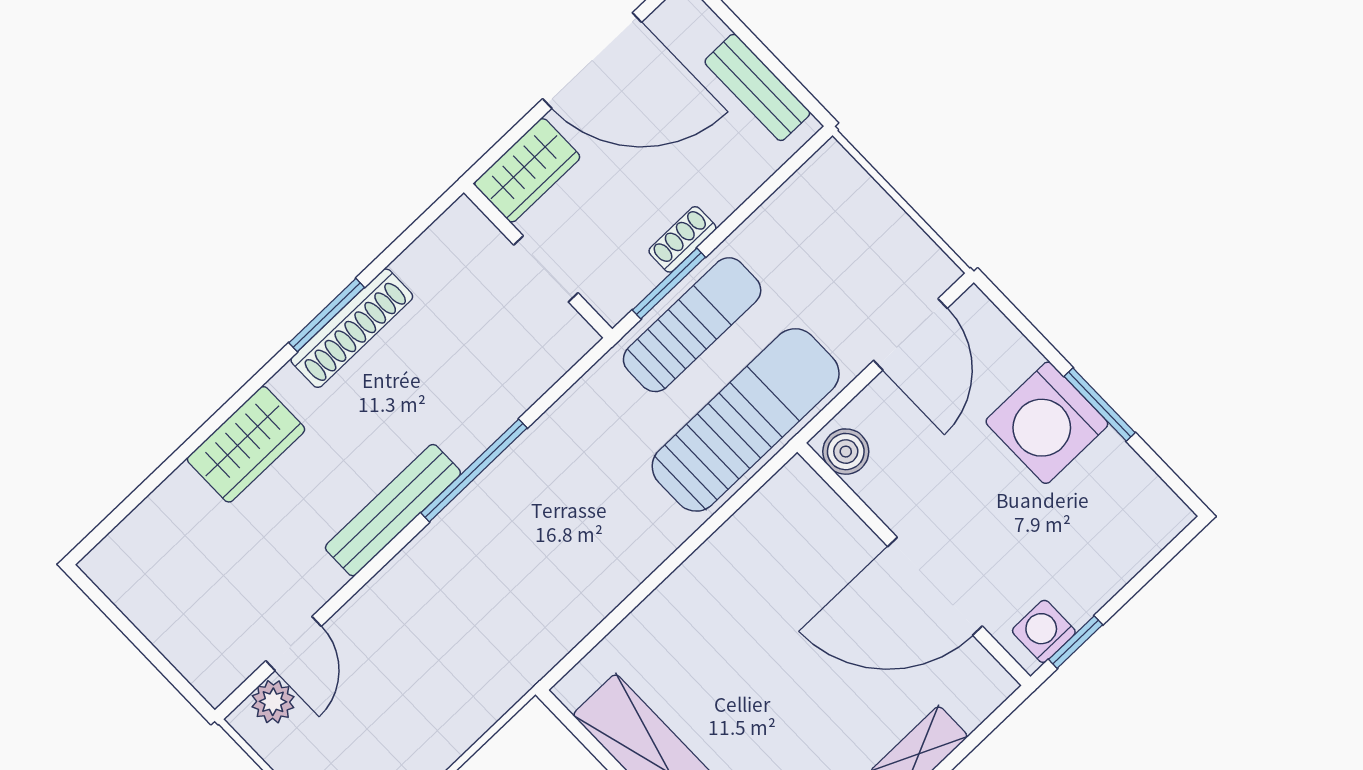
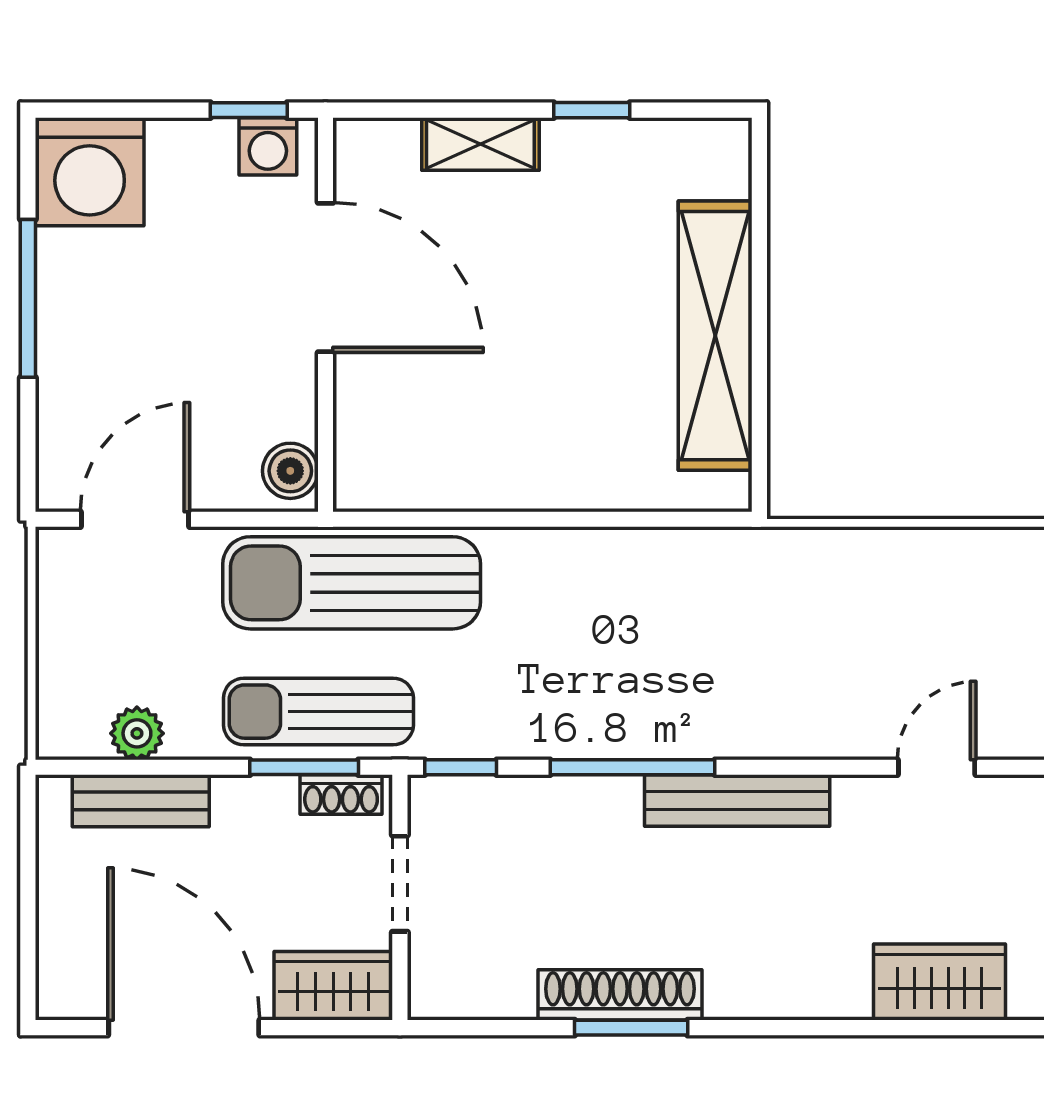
bench: (757, 87) -> (141, 801), moved, turned 90
shoe rack: (682, 239) -> (341, 795), moved
window: (576, 373) -> (461, 767), added
window: (1100, 405) -> (28, 298), width x1.44
washing machine: (1047, 423) -> (90, 172), moved, turned 90
wardrobe: (246, 444) -> (940, 982), moved
plant: (273, 702) -> (137, 733), moved

